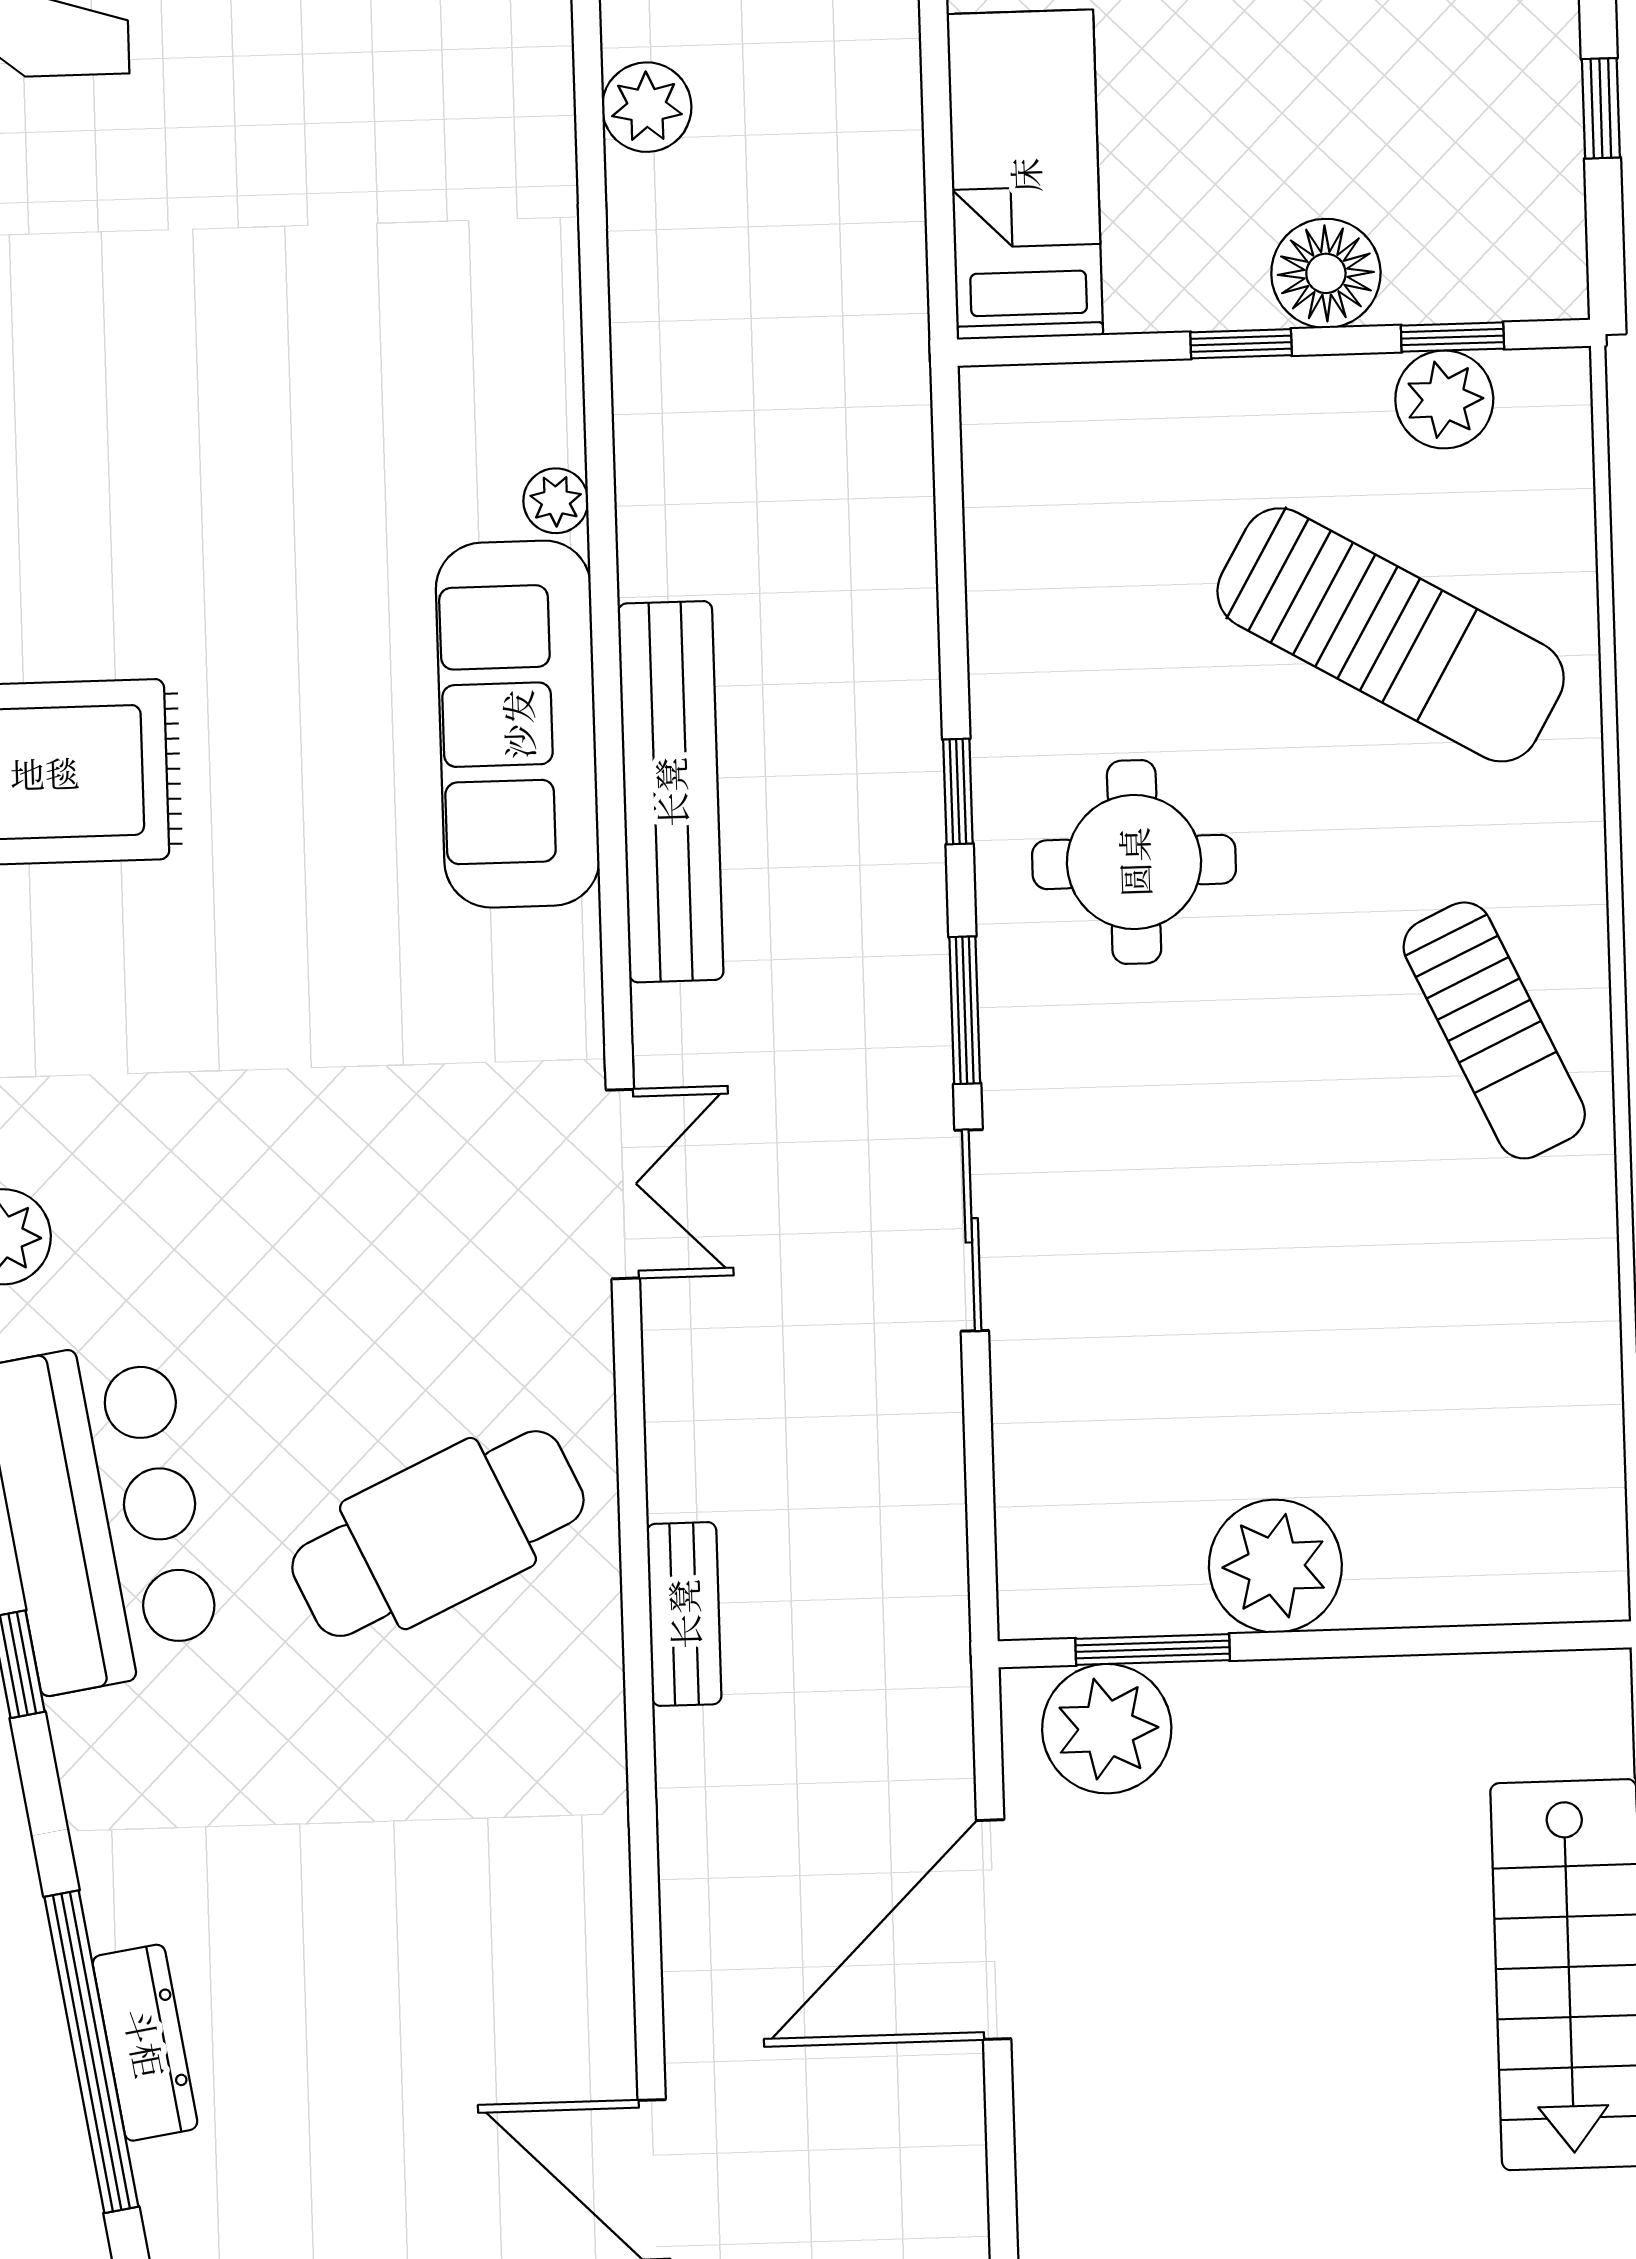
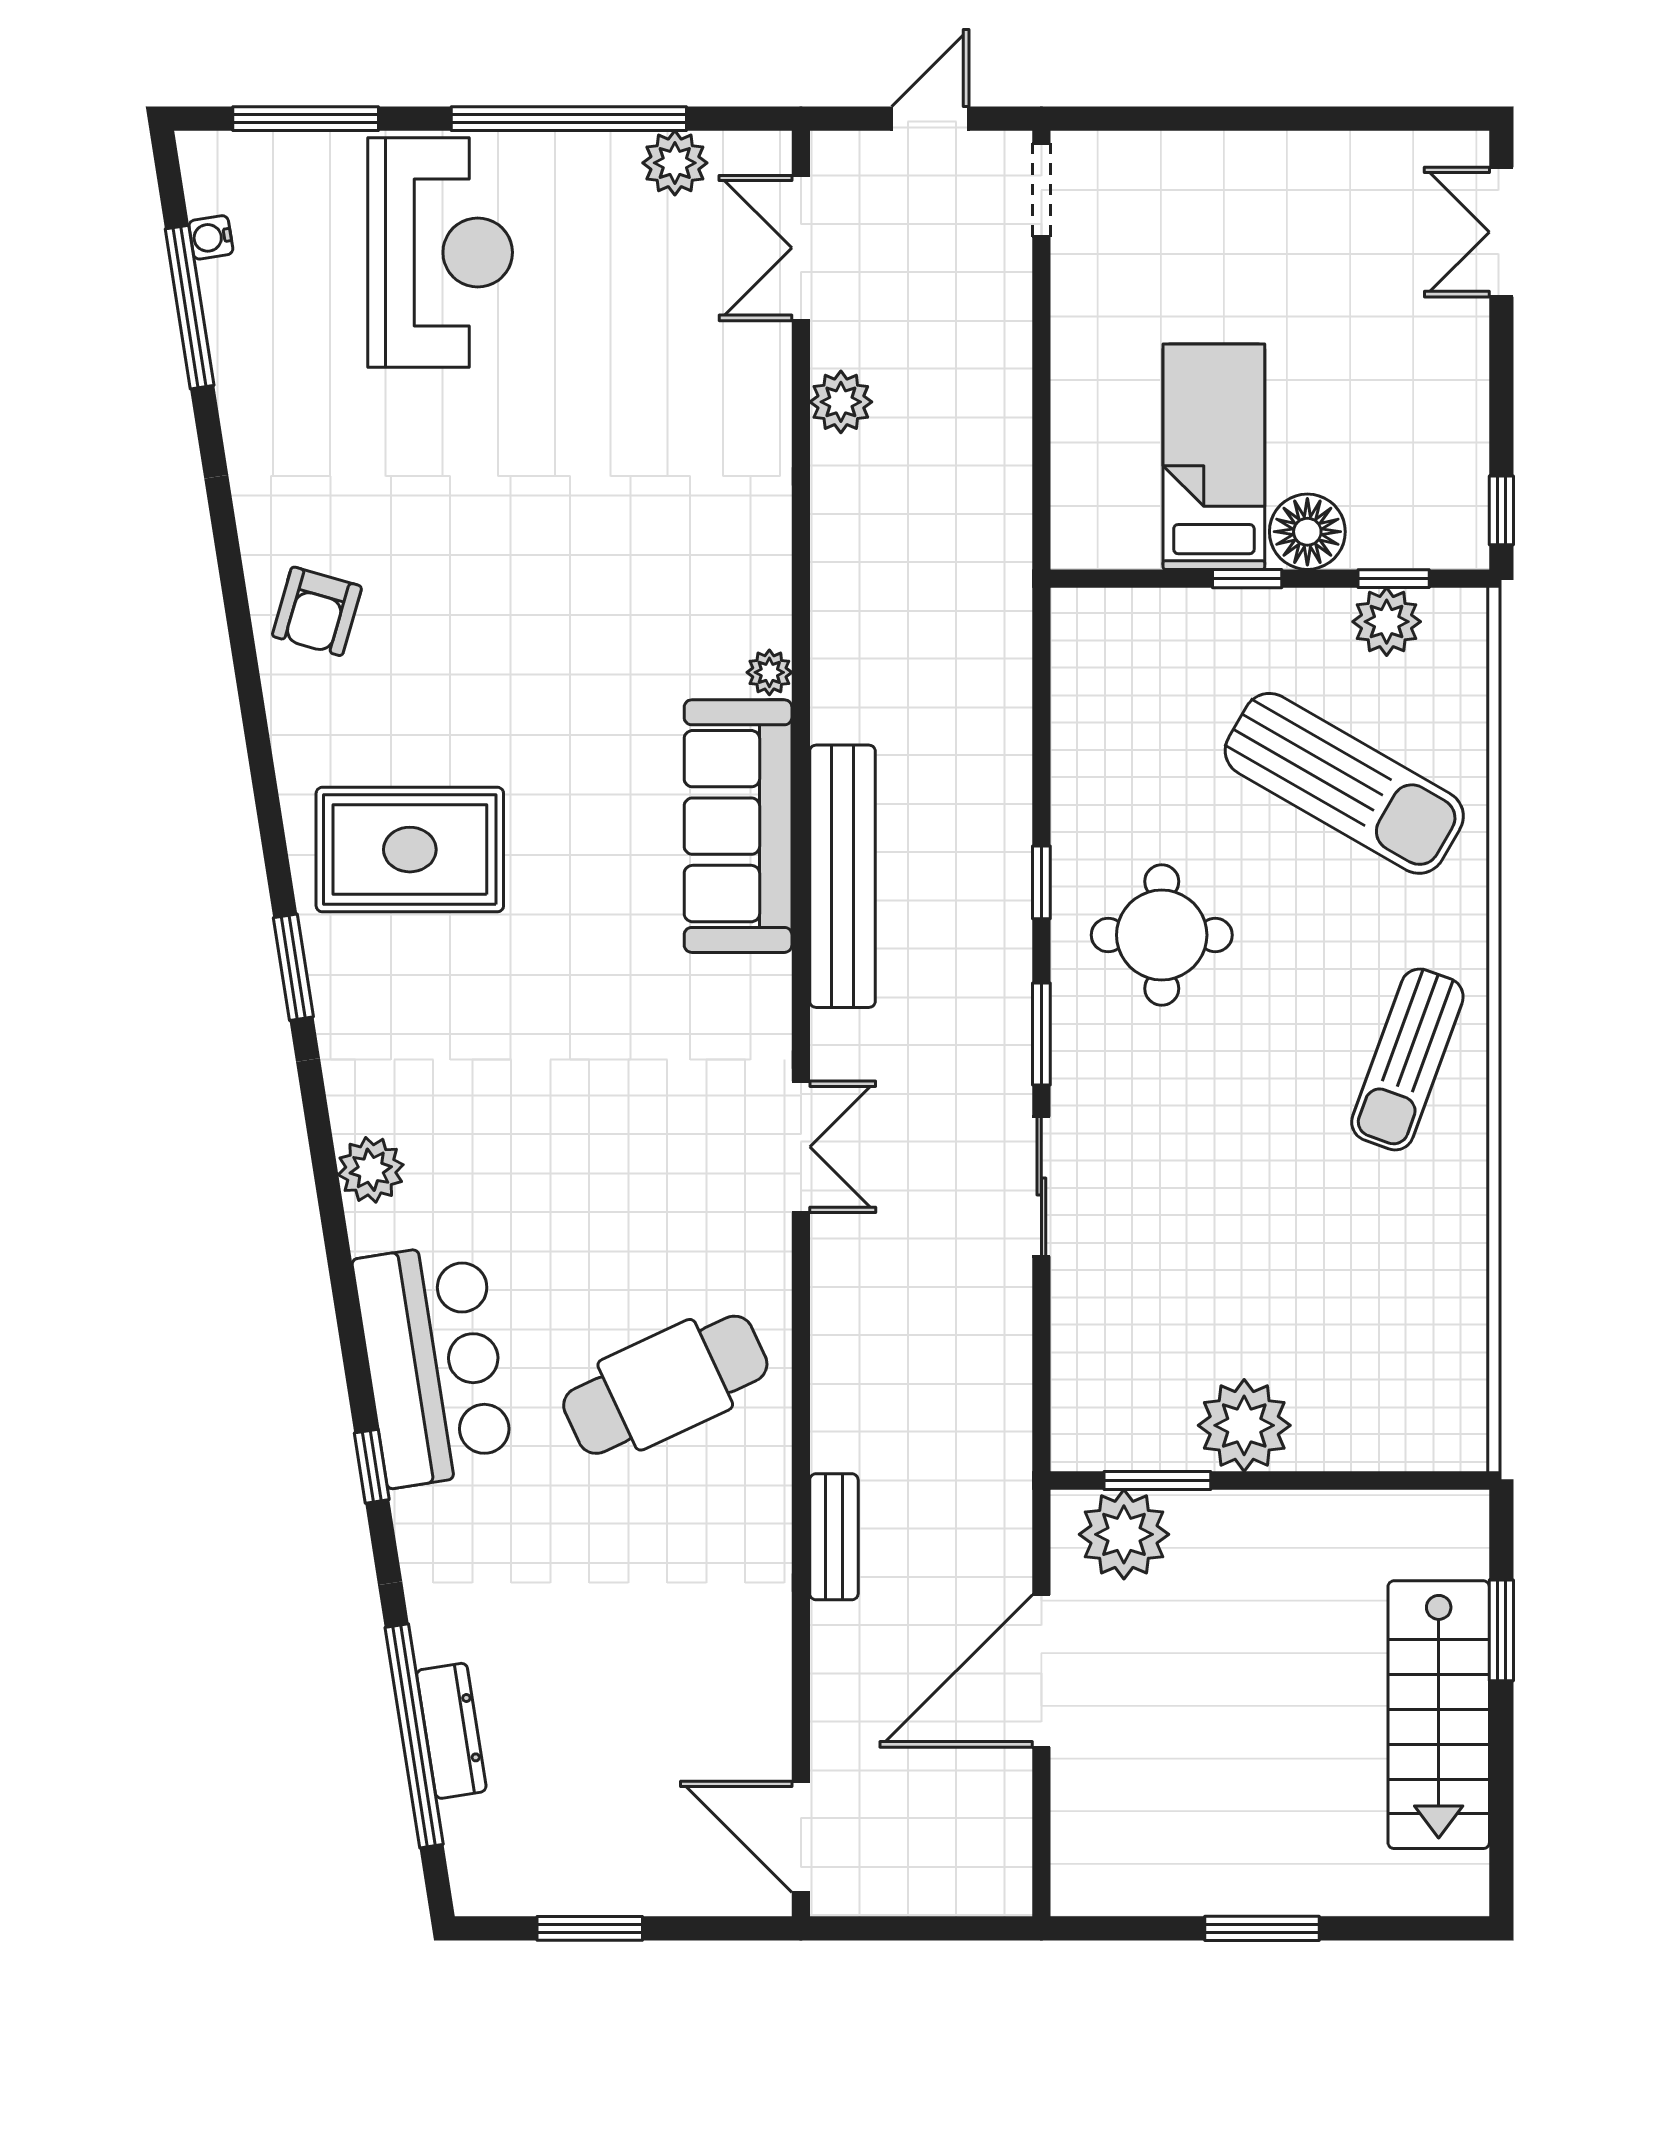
window: (1601, 108) -> (1501, 510), moved
bed: (1025, 175) -> (1214, 457), moved
sun lounger: (1494, 1030) -> (1407, 1059), turned 45
bench: (684, 1614) -> (834, 1537), moved

